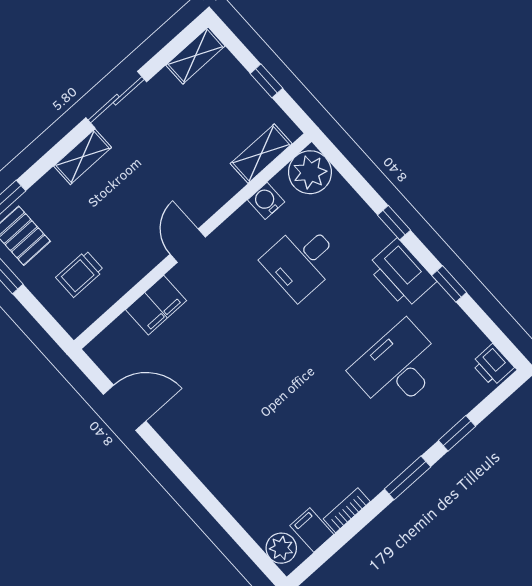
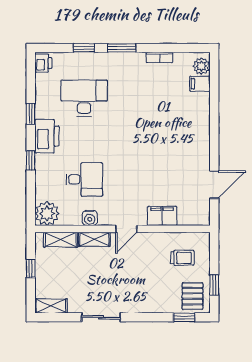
shelving: (83, 157) -> (94, 239), moved
water cooler: (266, 201) -> (90, 218), moved
desk: (397, 367) -> (84, 98), turned 180
door: (125, 408) -> (214, 185), swing flipped
filing cabinet: (312, 530) -> (200, 84), moved, turned 90

